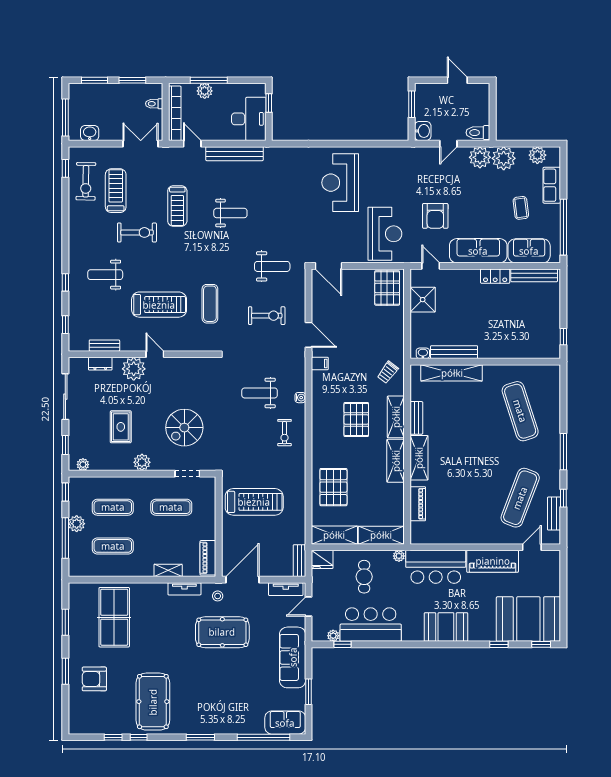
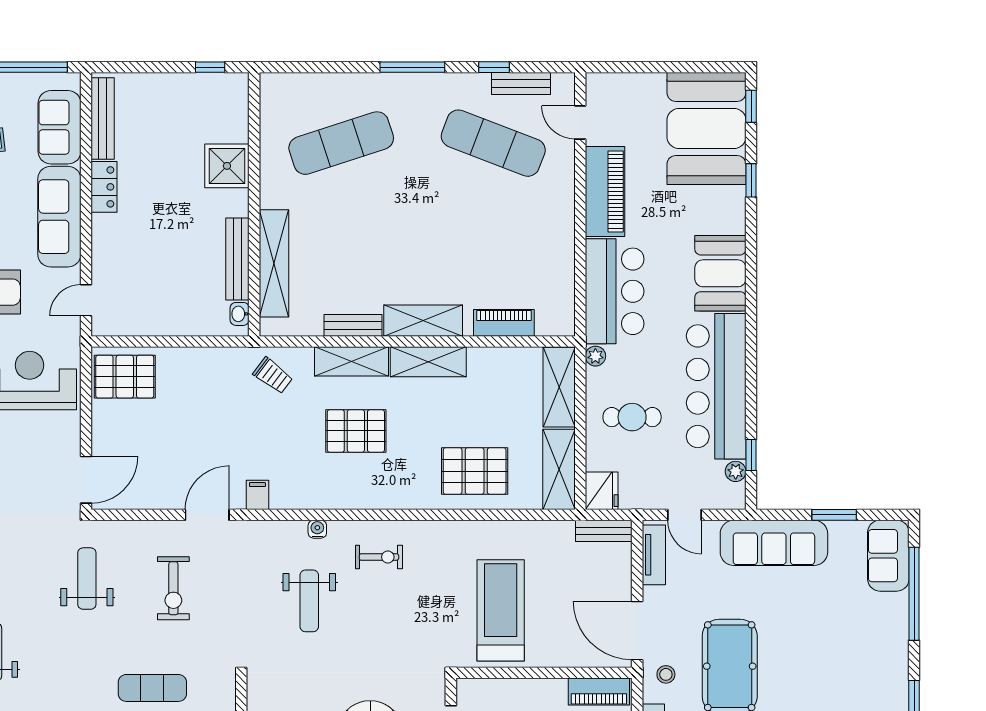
shower: (423, 300) -> (227, 166), moved
exercise bike: (267, 316) -> (173, 588), turned 180
bar counter: (371, 625) -> (716, 386), width x1.36

